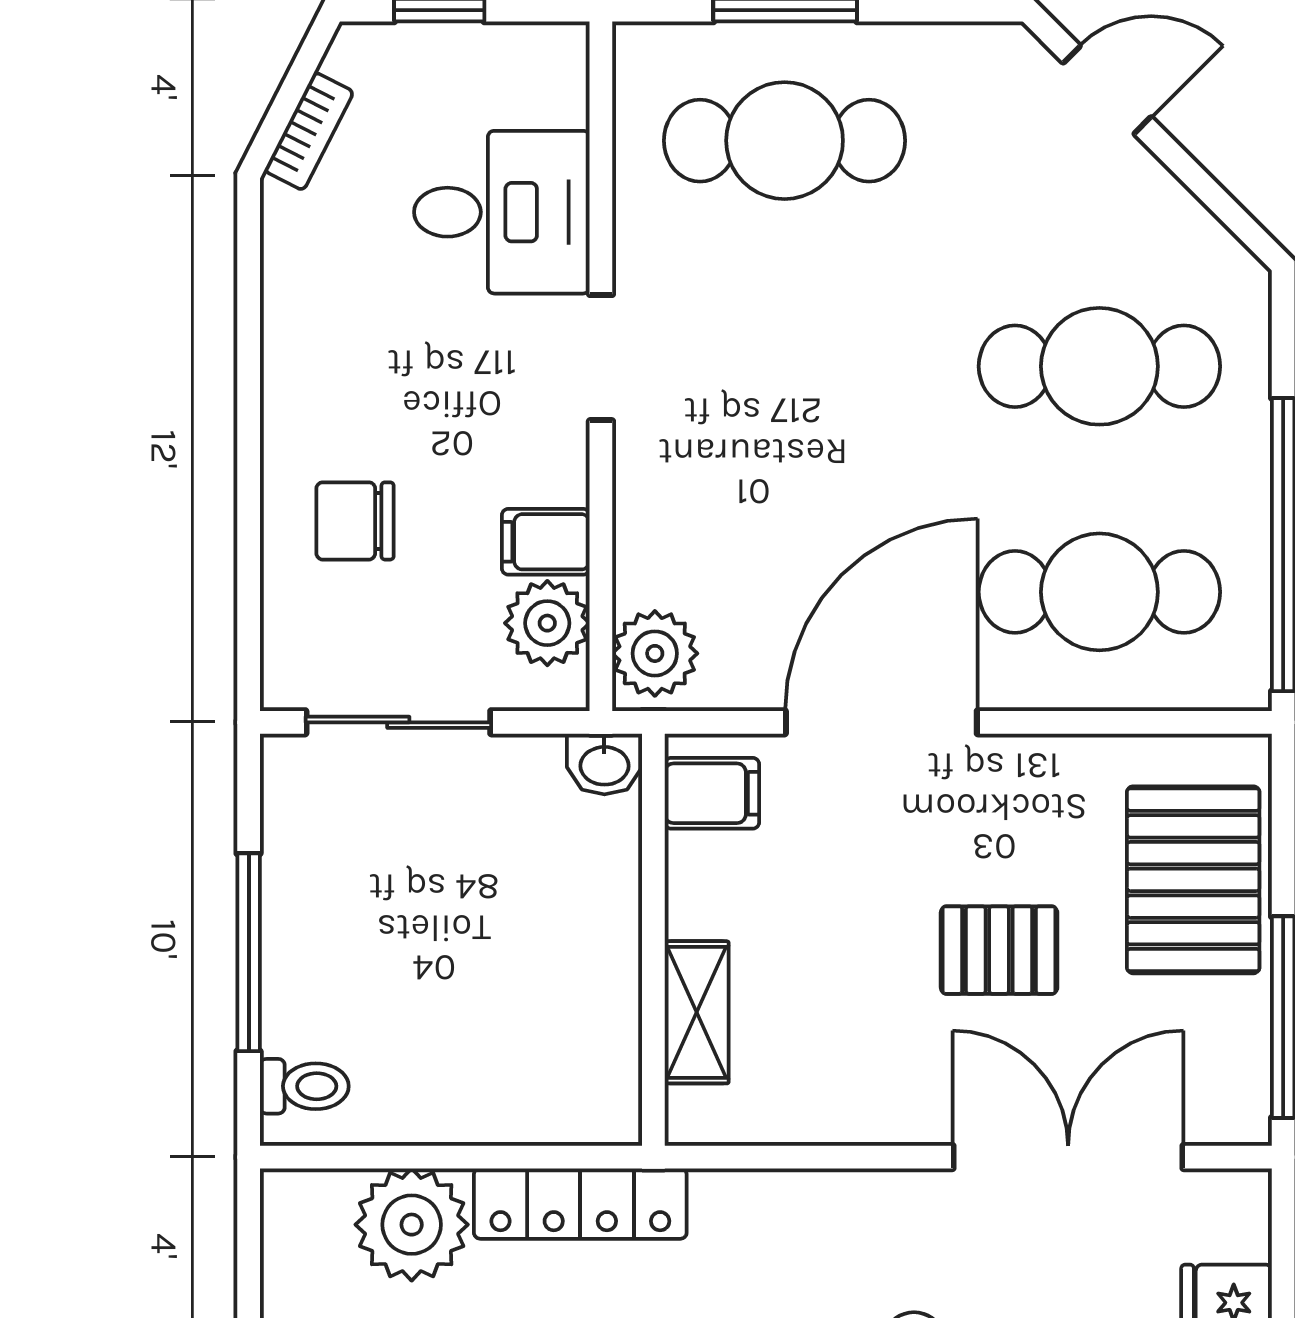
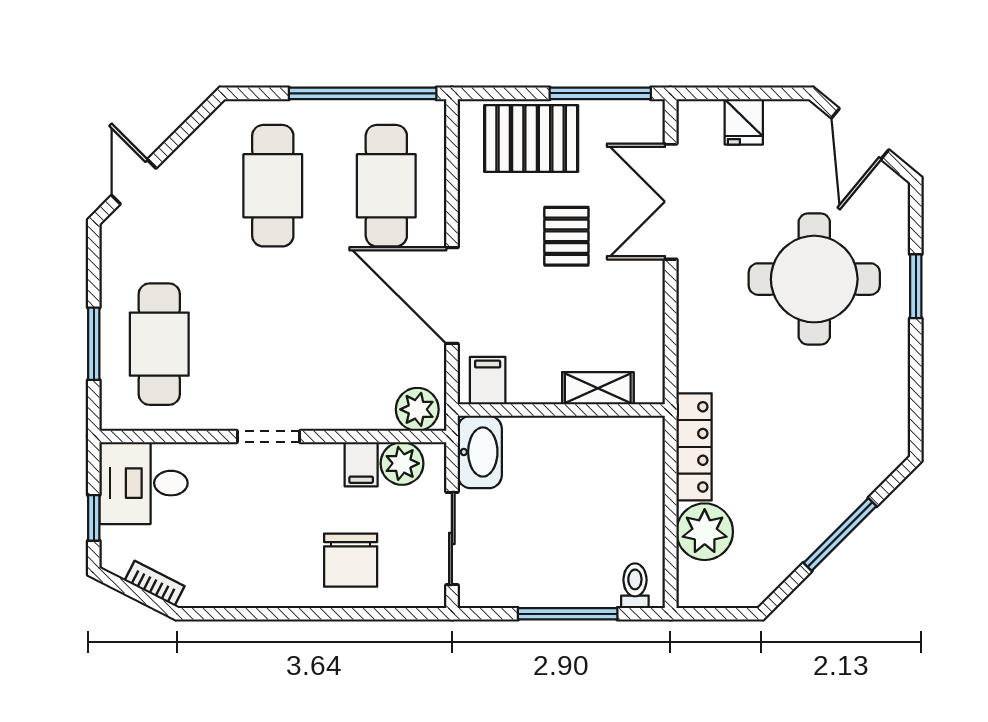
desk: (502, 212) -> (144, 483), moved, turned -90
chair: (355, 521) -> (351, 560), width x1.37, depth x1.37
washbasin: (604, 764) -> (480, 452), width x1.91, depth x1.45

